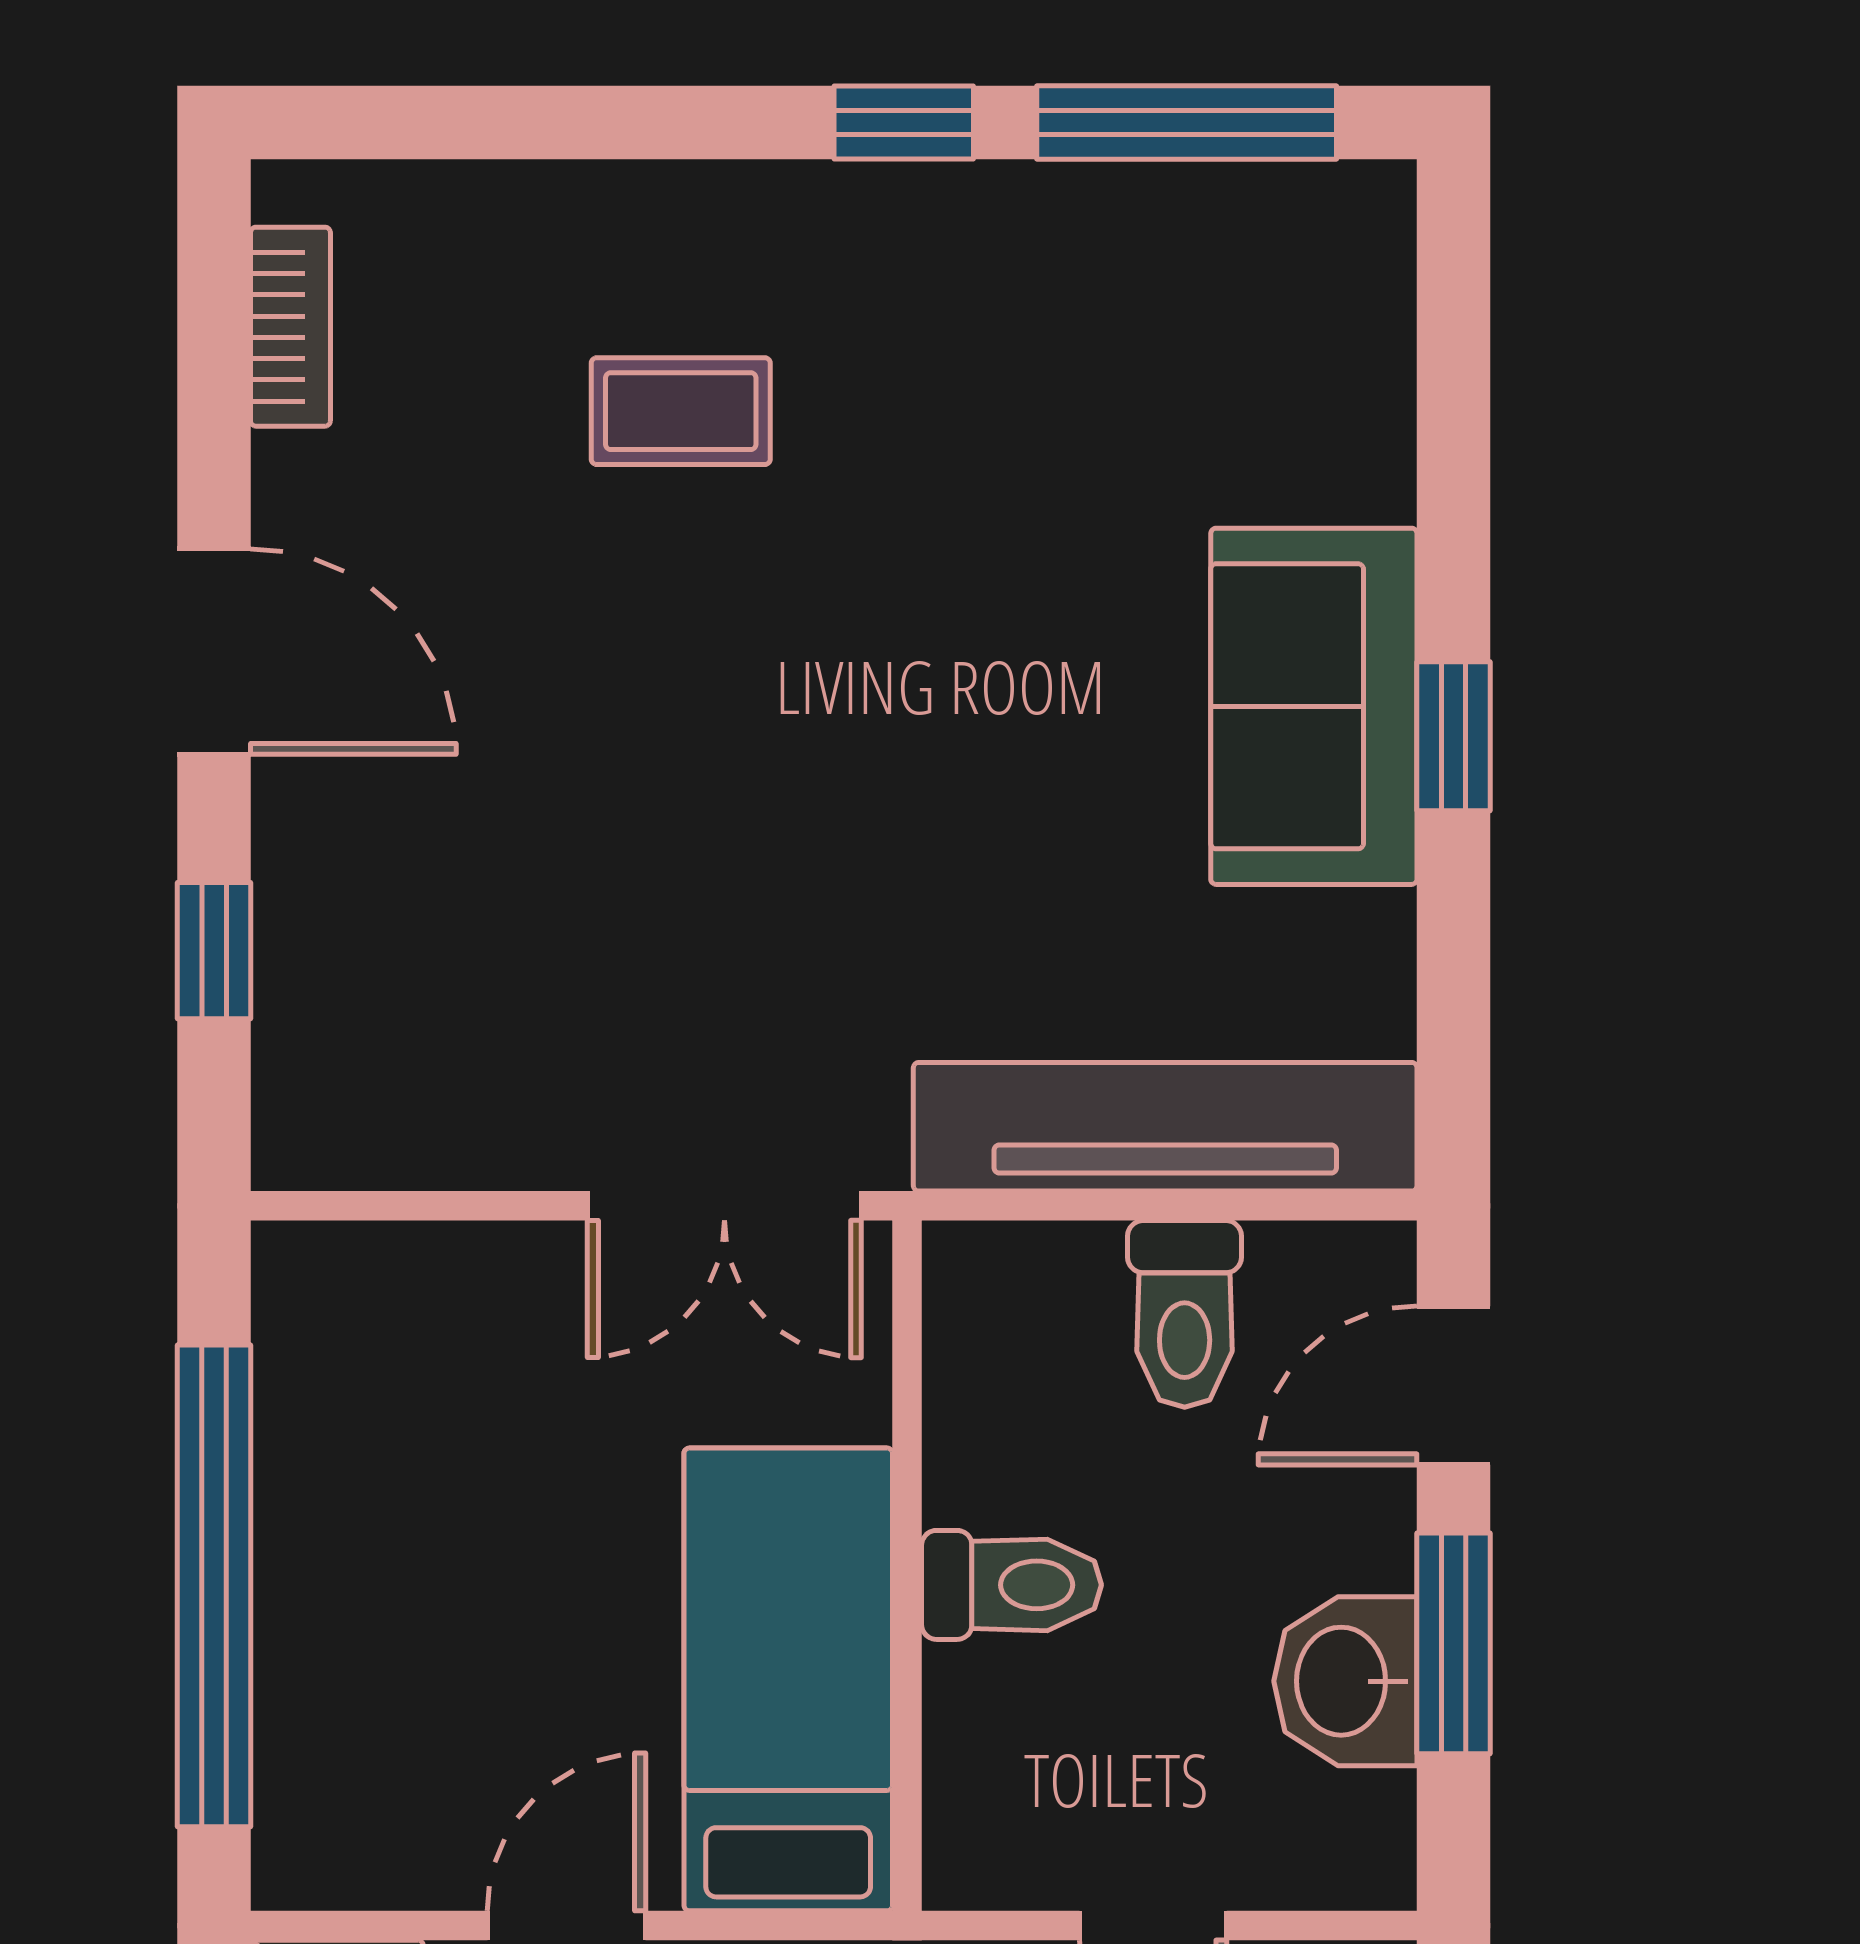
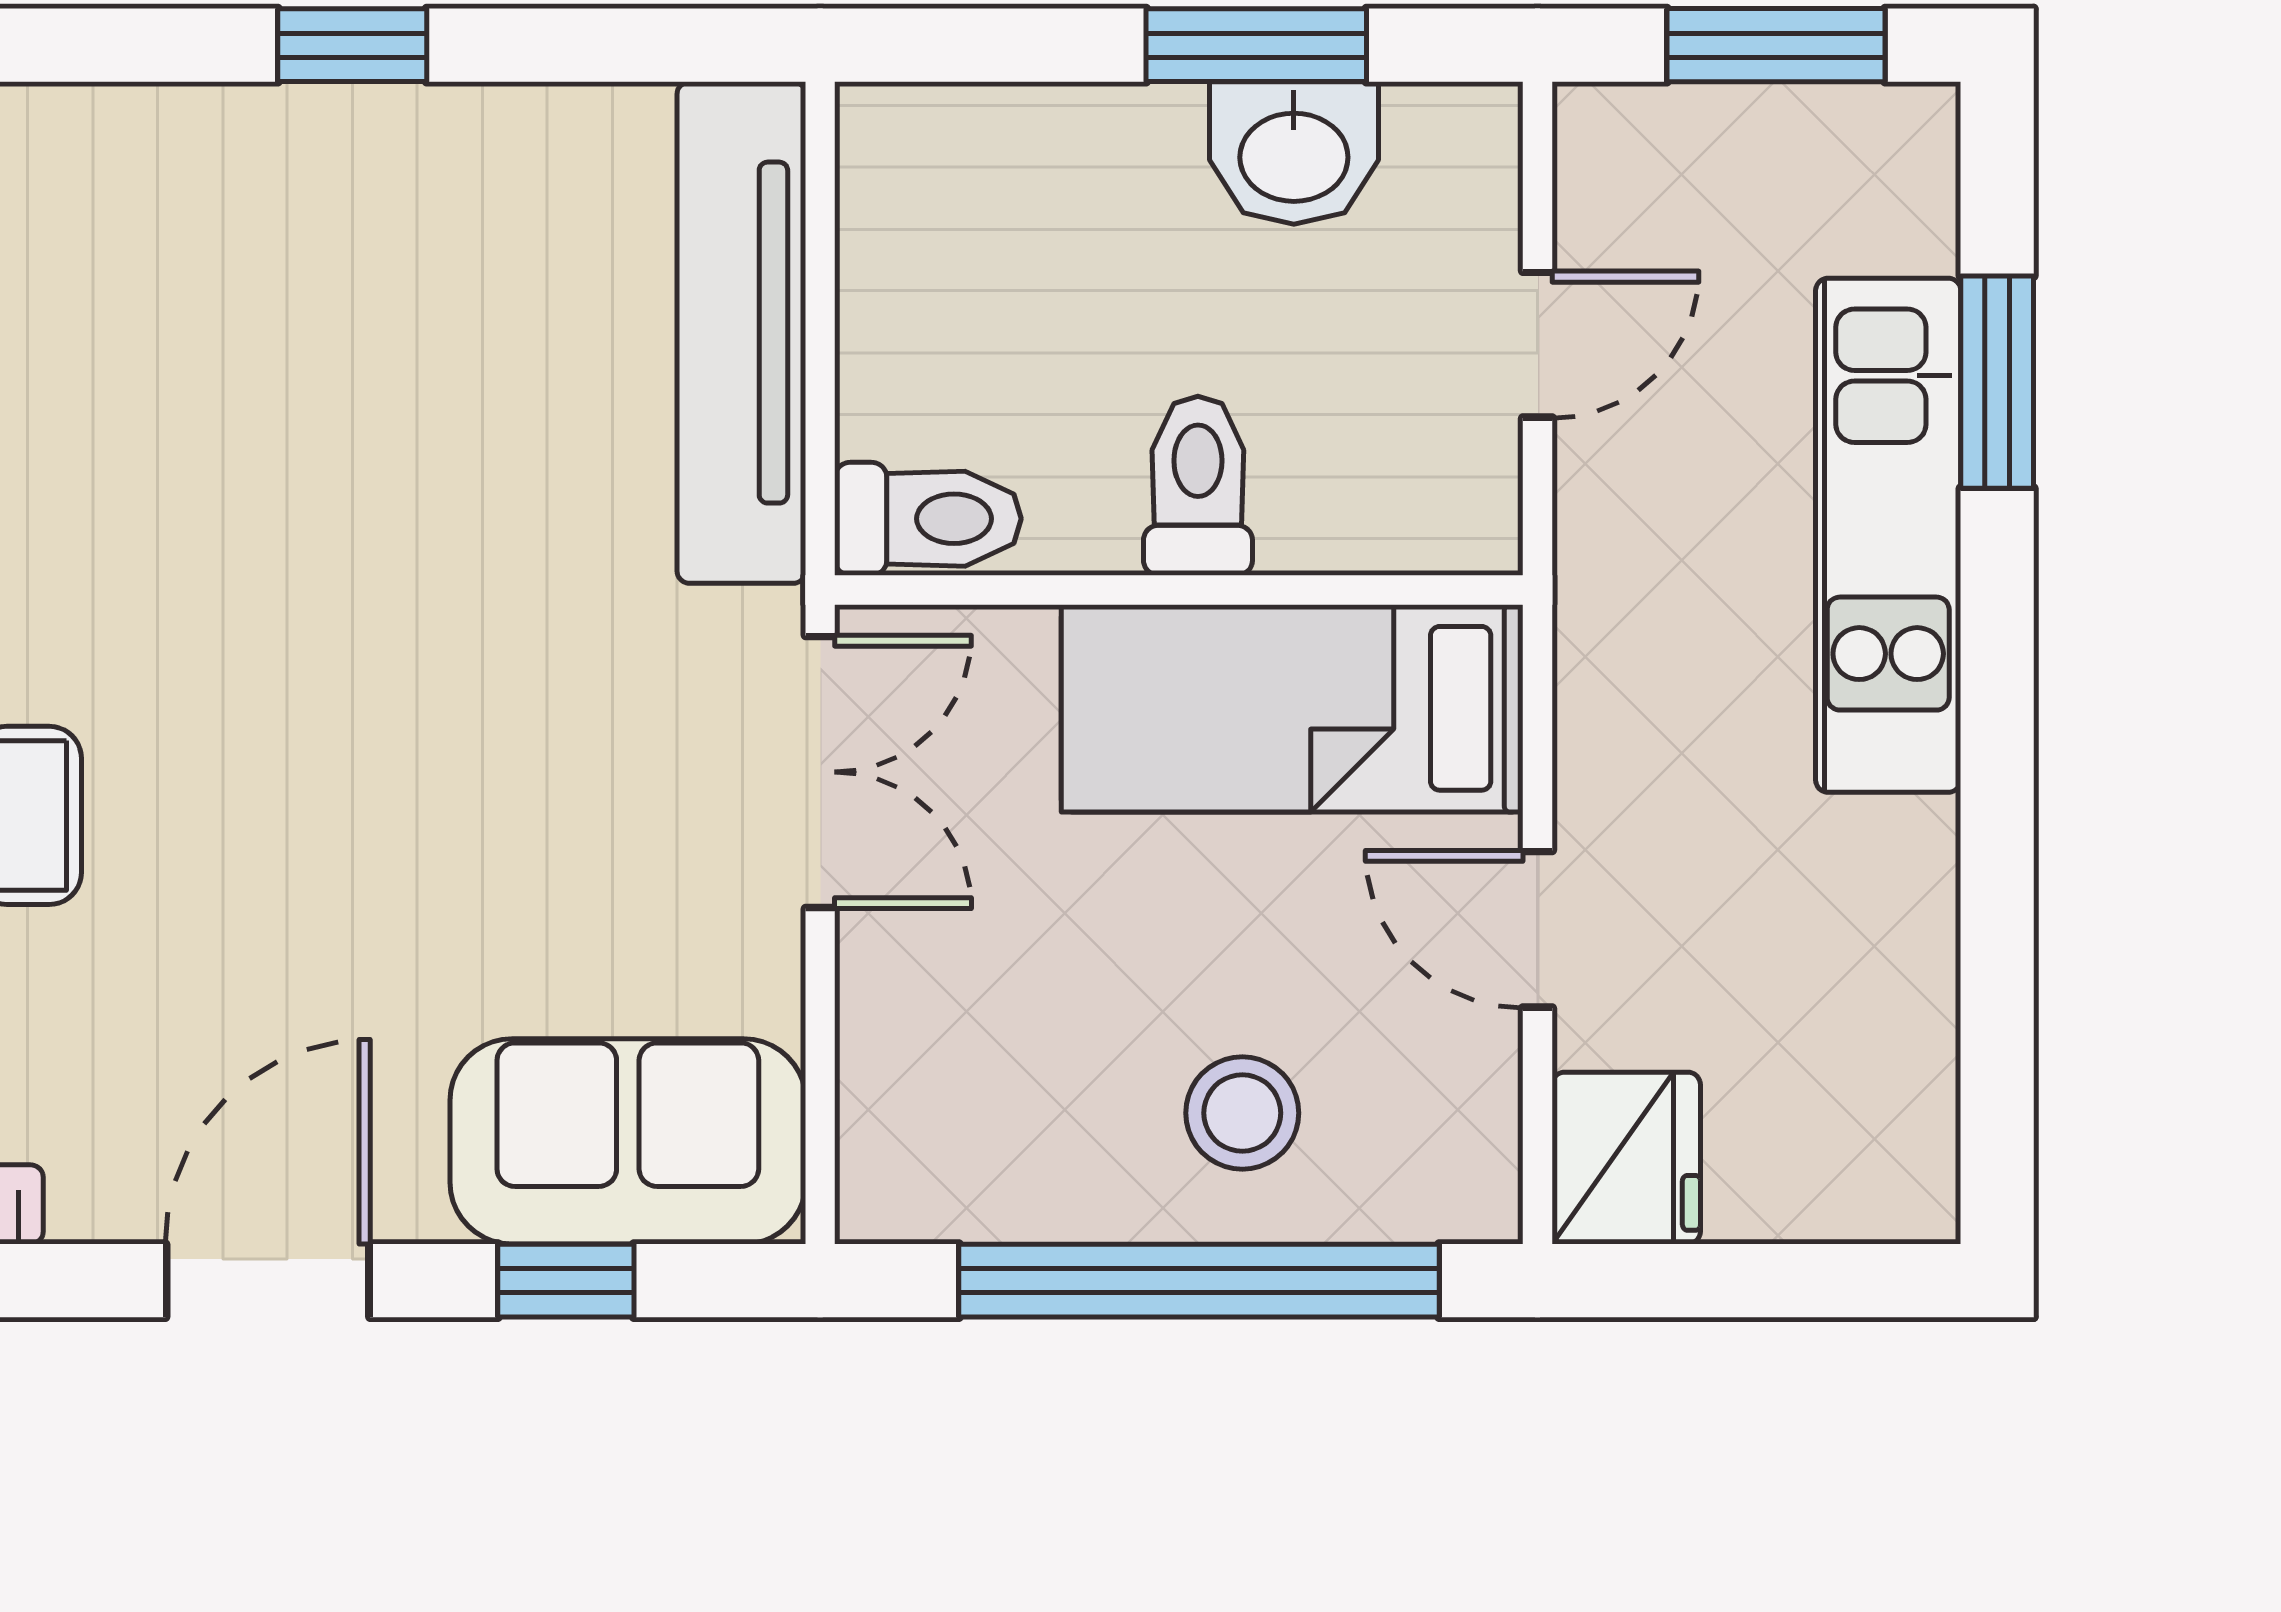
sofa: (1314, 706) -> (628, 1141), moved, turned 180
toilet: (1185, 1314) -> (928, 519), moved
door: (1454, 1385) -> (999, 45), removed
stool: (382, 1629) -> (1242, 1113), added

